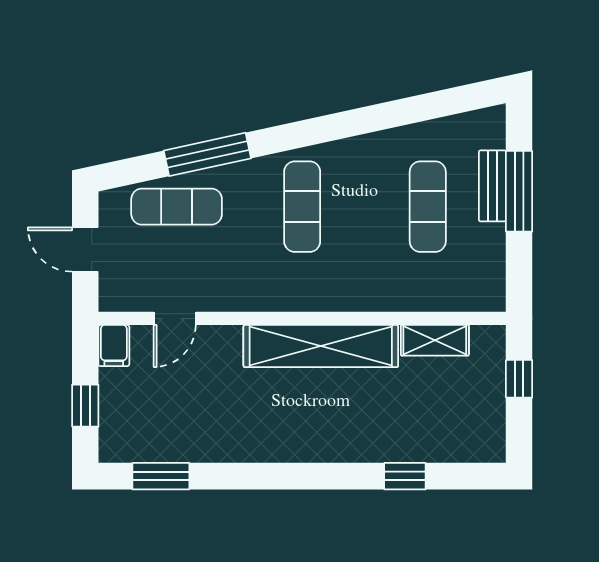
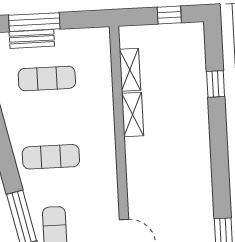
shelving: (321, 346) -> (133, 114), width x0.45, depth x0.75
window: (519, 379) -> (169, 15), moved

